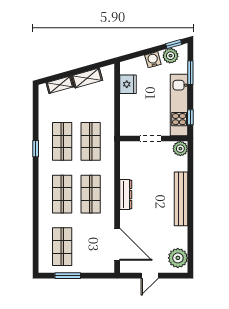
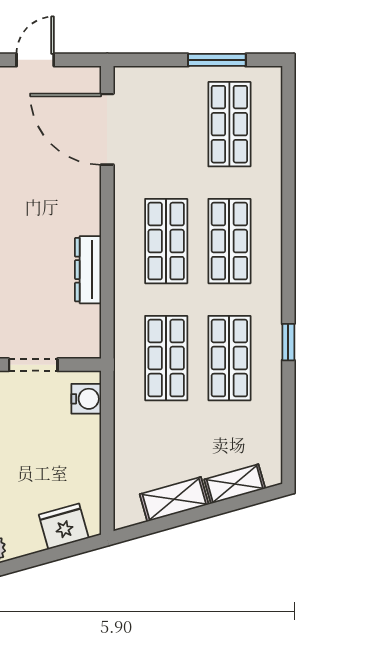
water cooler: (153, 60) -> (86, 399), moved, turned -74
fridge: (128, 84) -> (64, 526), moved, turned 74
dresser: (126, 195) -> (88, 270), moved

